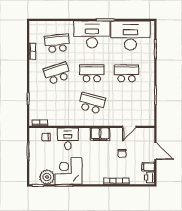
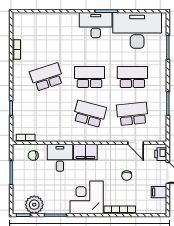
desk: (92, 34) -> (96, 25), width x0.73, depth x0.77
school desk: (57, 43) -> (132, 114), moved
door: (129, 127) -> (136, 143), hinge flipped
filing cabinet: (100, 134) -> (85, 152), moved
corner desk: (69, 171) -> (87, 197), moved
printer: (150, 177) -> (161, 154), moved

